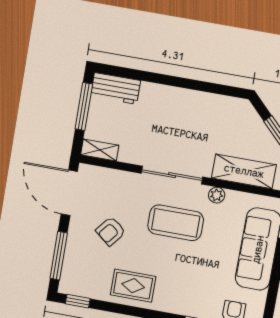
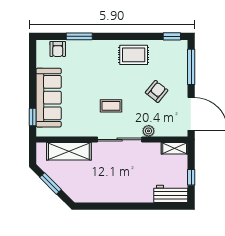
window: (84, 106) -> (191, 177), width x0.46
plant: (217, 195) -> (149, 131), moved
coffee table: (176, 223) -> (111, 106), width x0.54, depth x0.58

